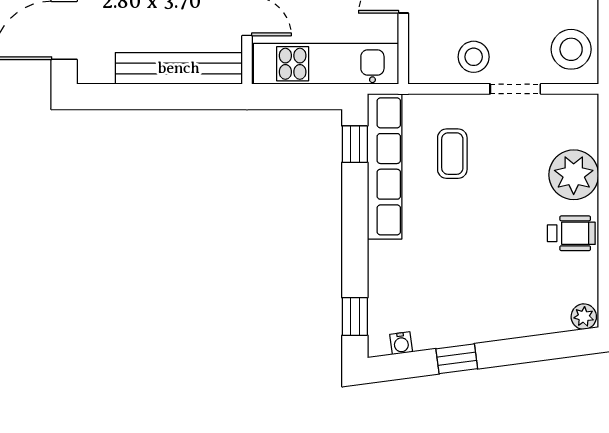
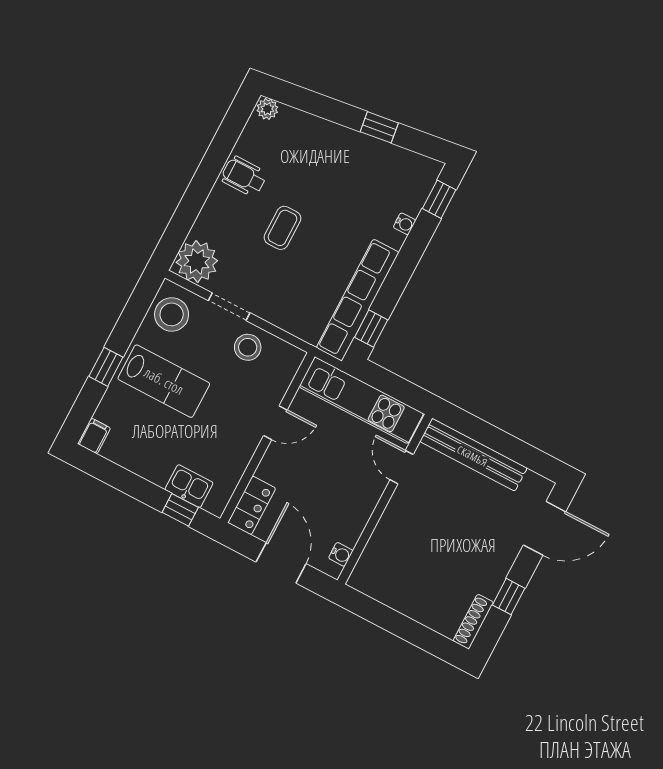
coffee table: (452, 154) -> (282, 228), moved
plant: (574, 175) -> (197, 262), moved
water cooler: (401, 343) -> (404, 224), moved, turned 97

